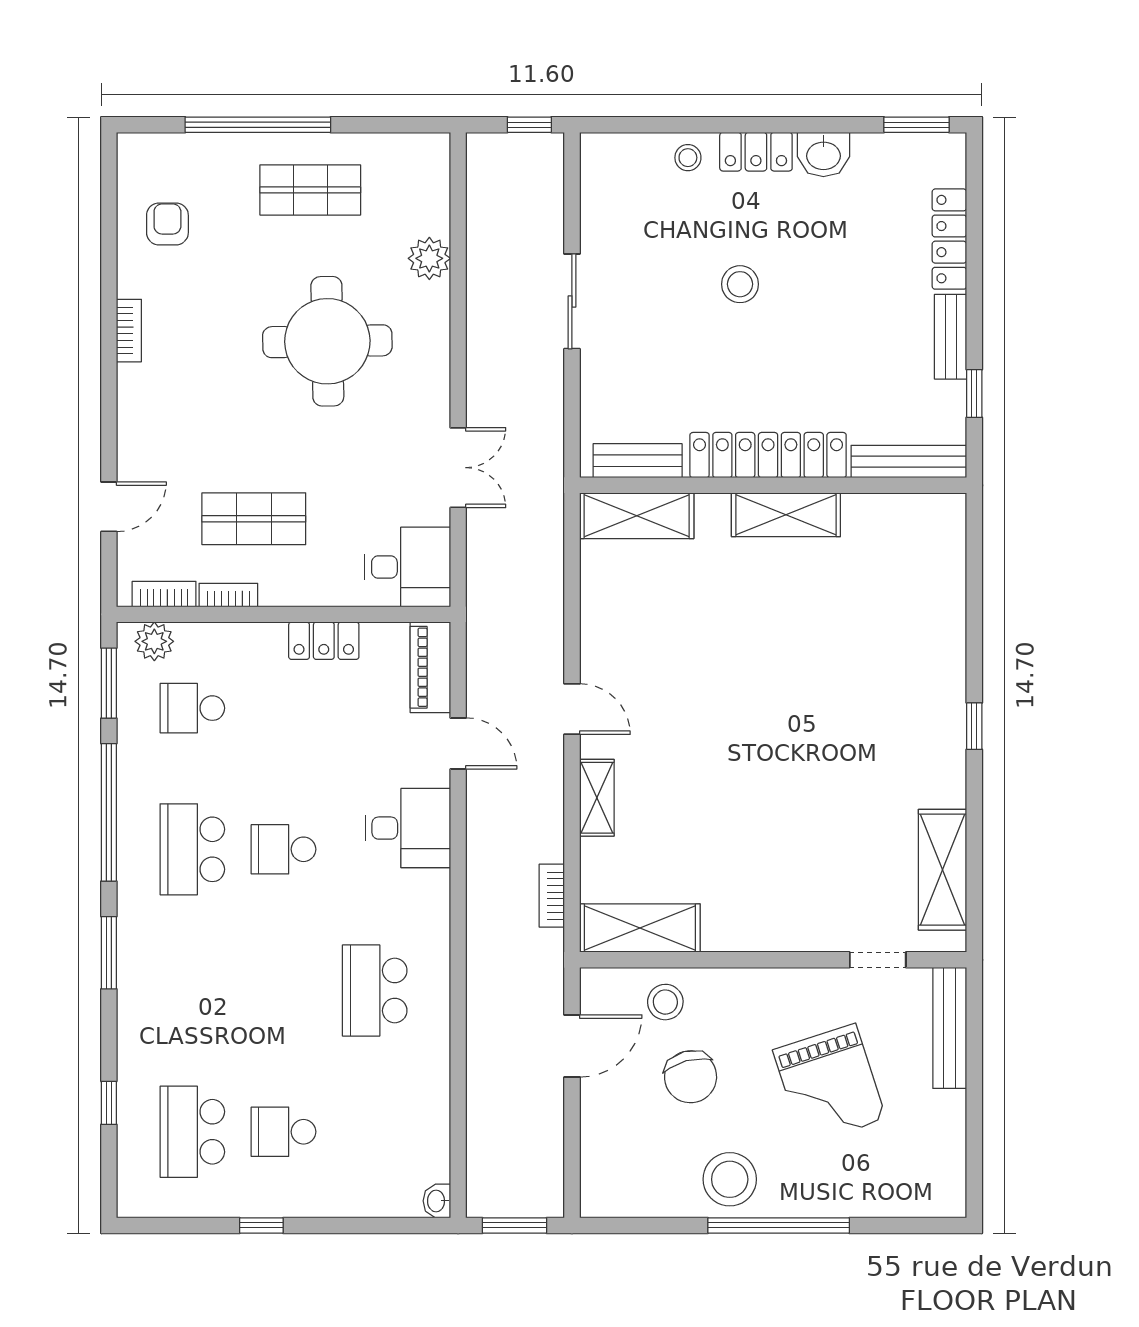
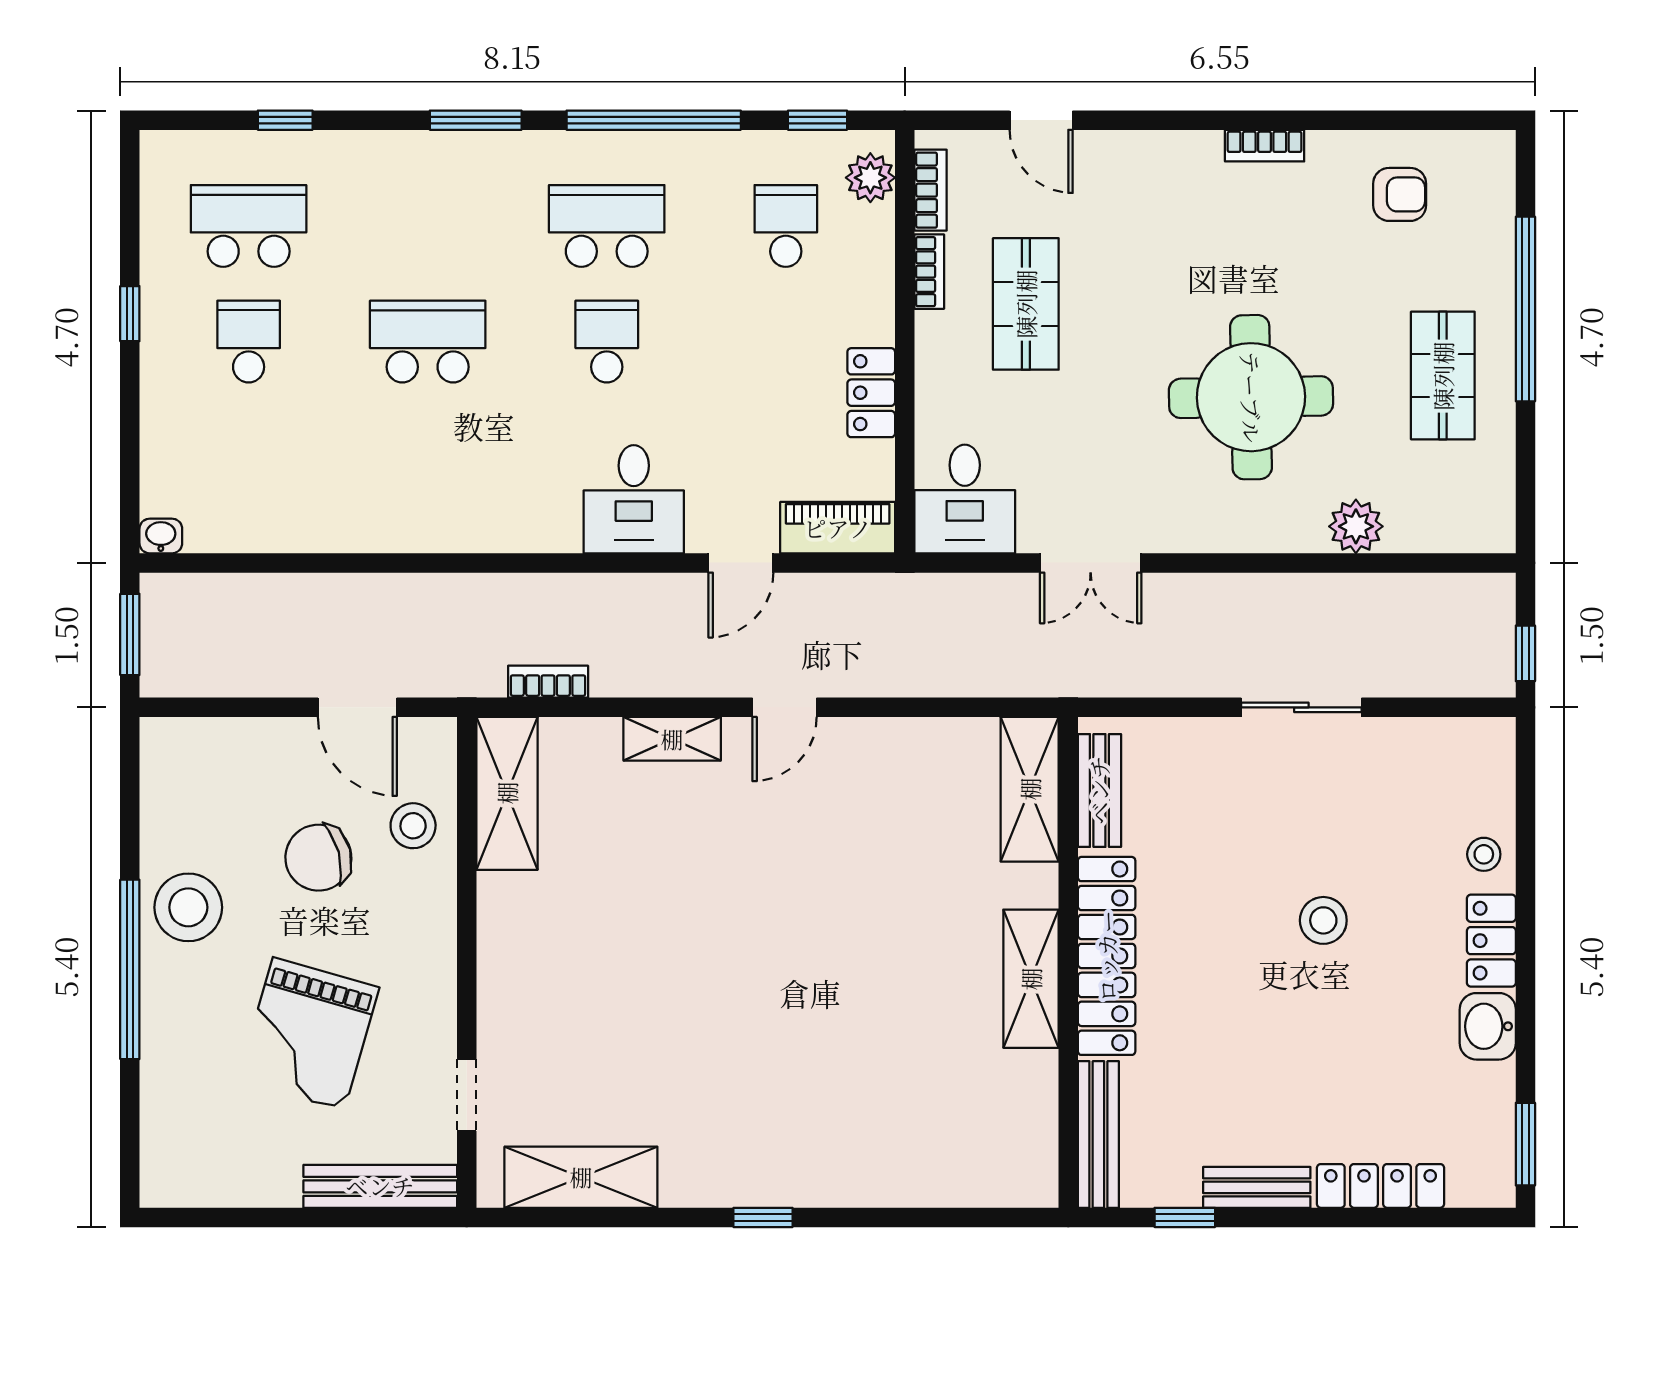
window: (109, 683) -> (818, 120), width x0.67
school desk: (375, 991) -> (428, 342), moved
grand piano: (830, 1084) -> (309, 1034), turned -56

